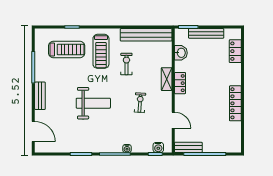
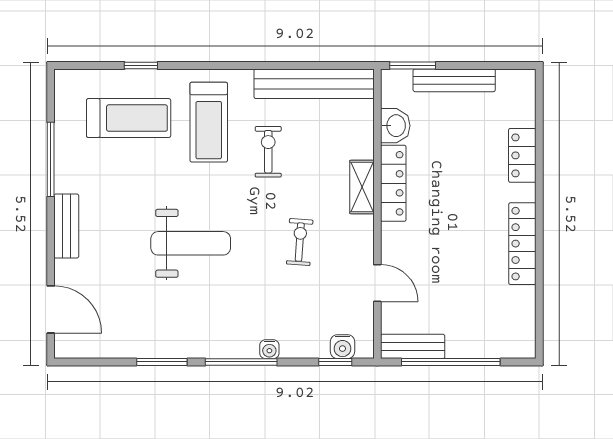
locker: (235, 51) -> (522, 155), moved
locker: (180, 83) -> (393, 183), width x1.53

